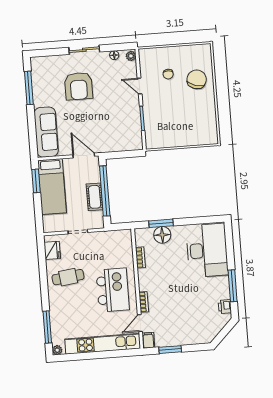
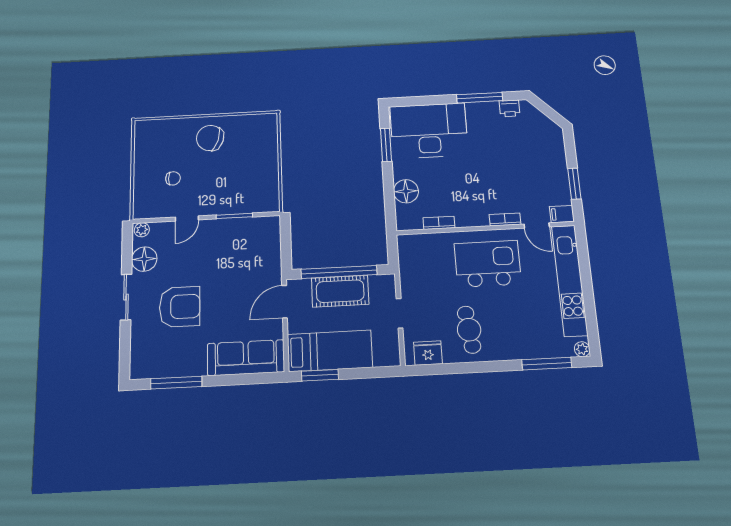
floor lamp: (114, 55) -> (144, 259), width x1.89, depth x1.89
chair: (197, 79) -> (210, 138), moved
cot: (95, 197) -> (340, 291), width x1.37, depth x1.34
window: (161, 223) -> (386, 145), moved

